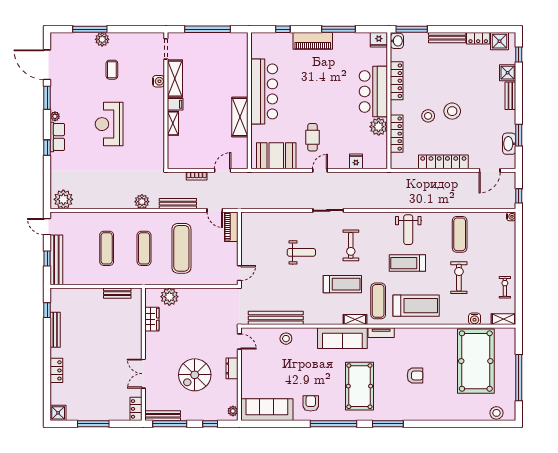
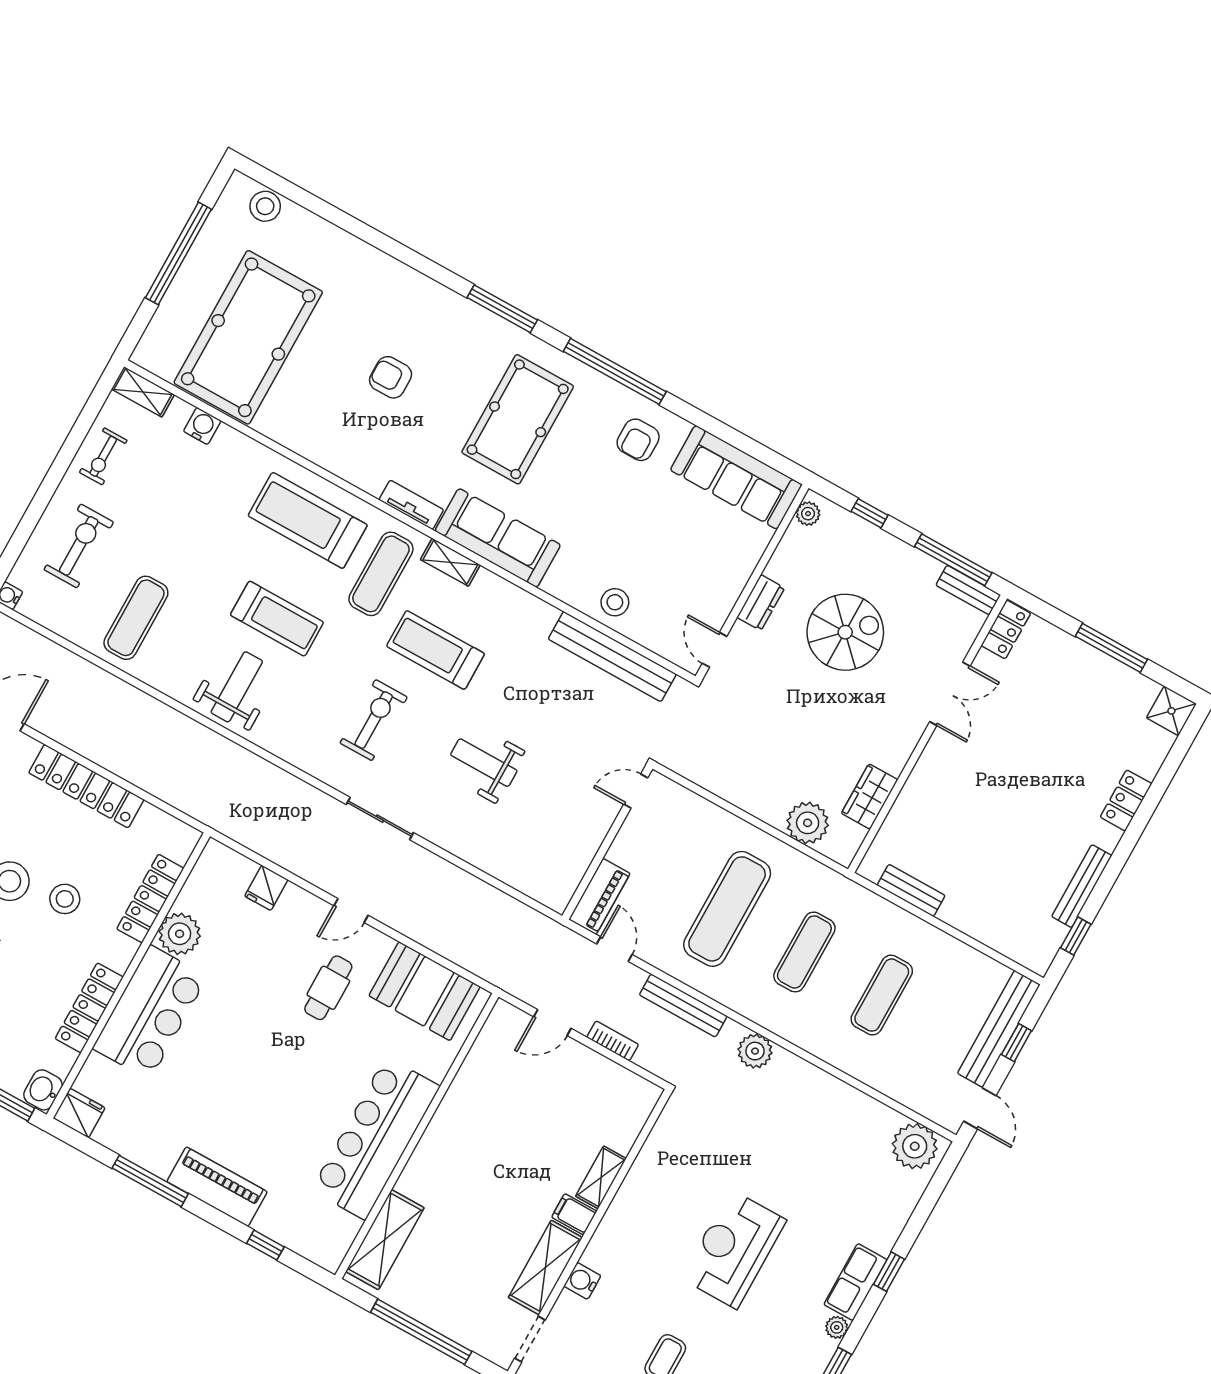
shelving: (240, 117) -> (385, 1240), moved
reception desk: (109, 124) -> (734, 1249), turned 180
exercise bike: (459, 278) -> (79, 546), moved, turned 180
bench: (163, 416) -> (968, 590), width x0.73

